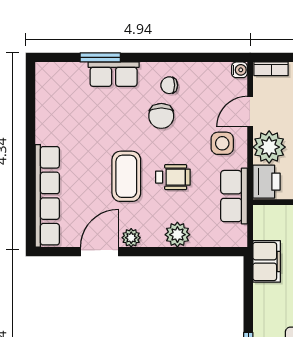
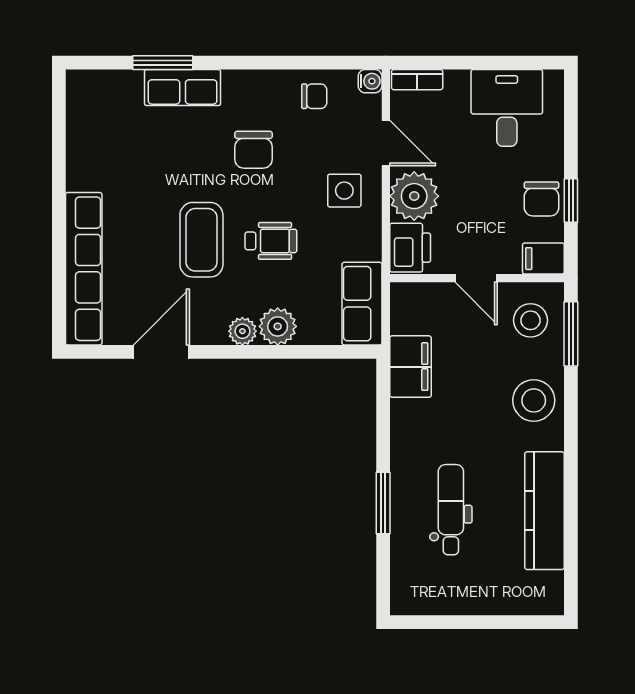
chair: (169, 85) -> (314, 96), moved, turned 180
door: (250, 111) -> (386, 143), swing flipped
row of seats: (234, 196) -> (362, 304), moved
plant: (131, 238) -> (242, 331), moved

